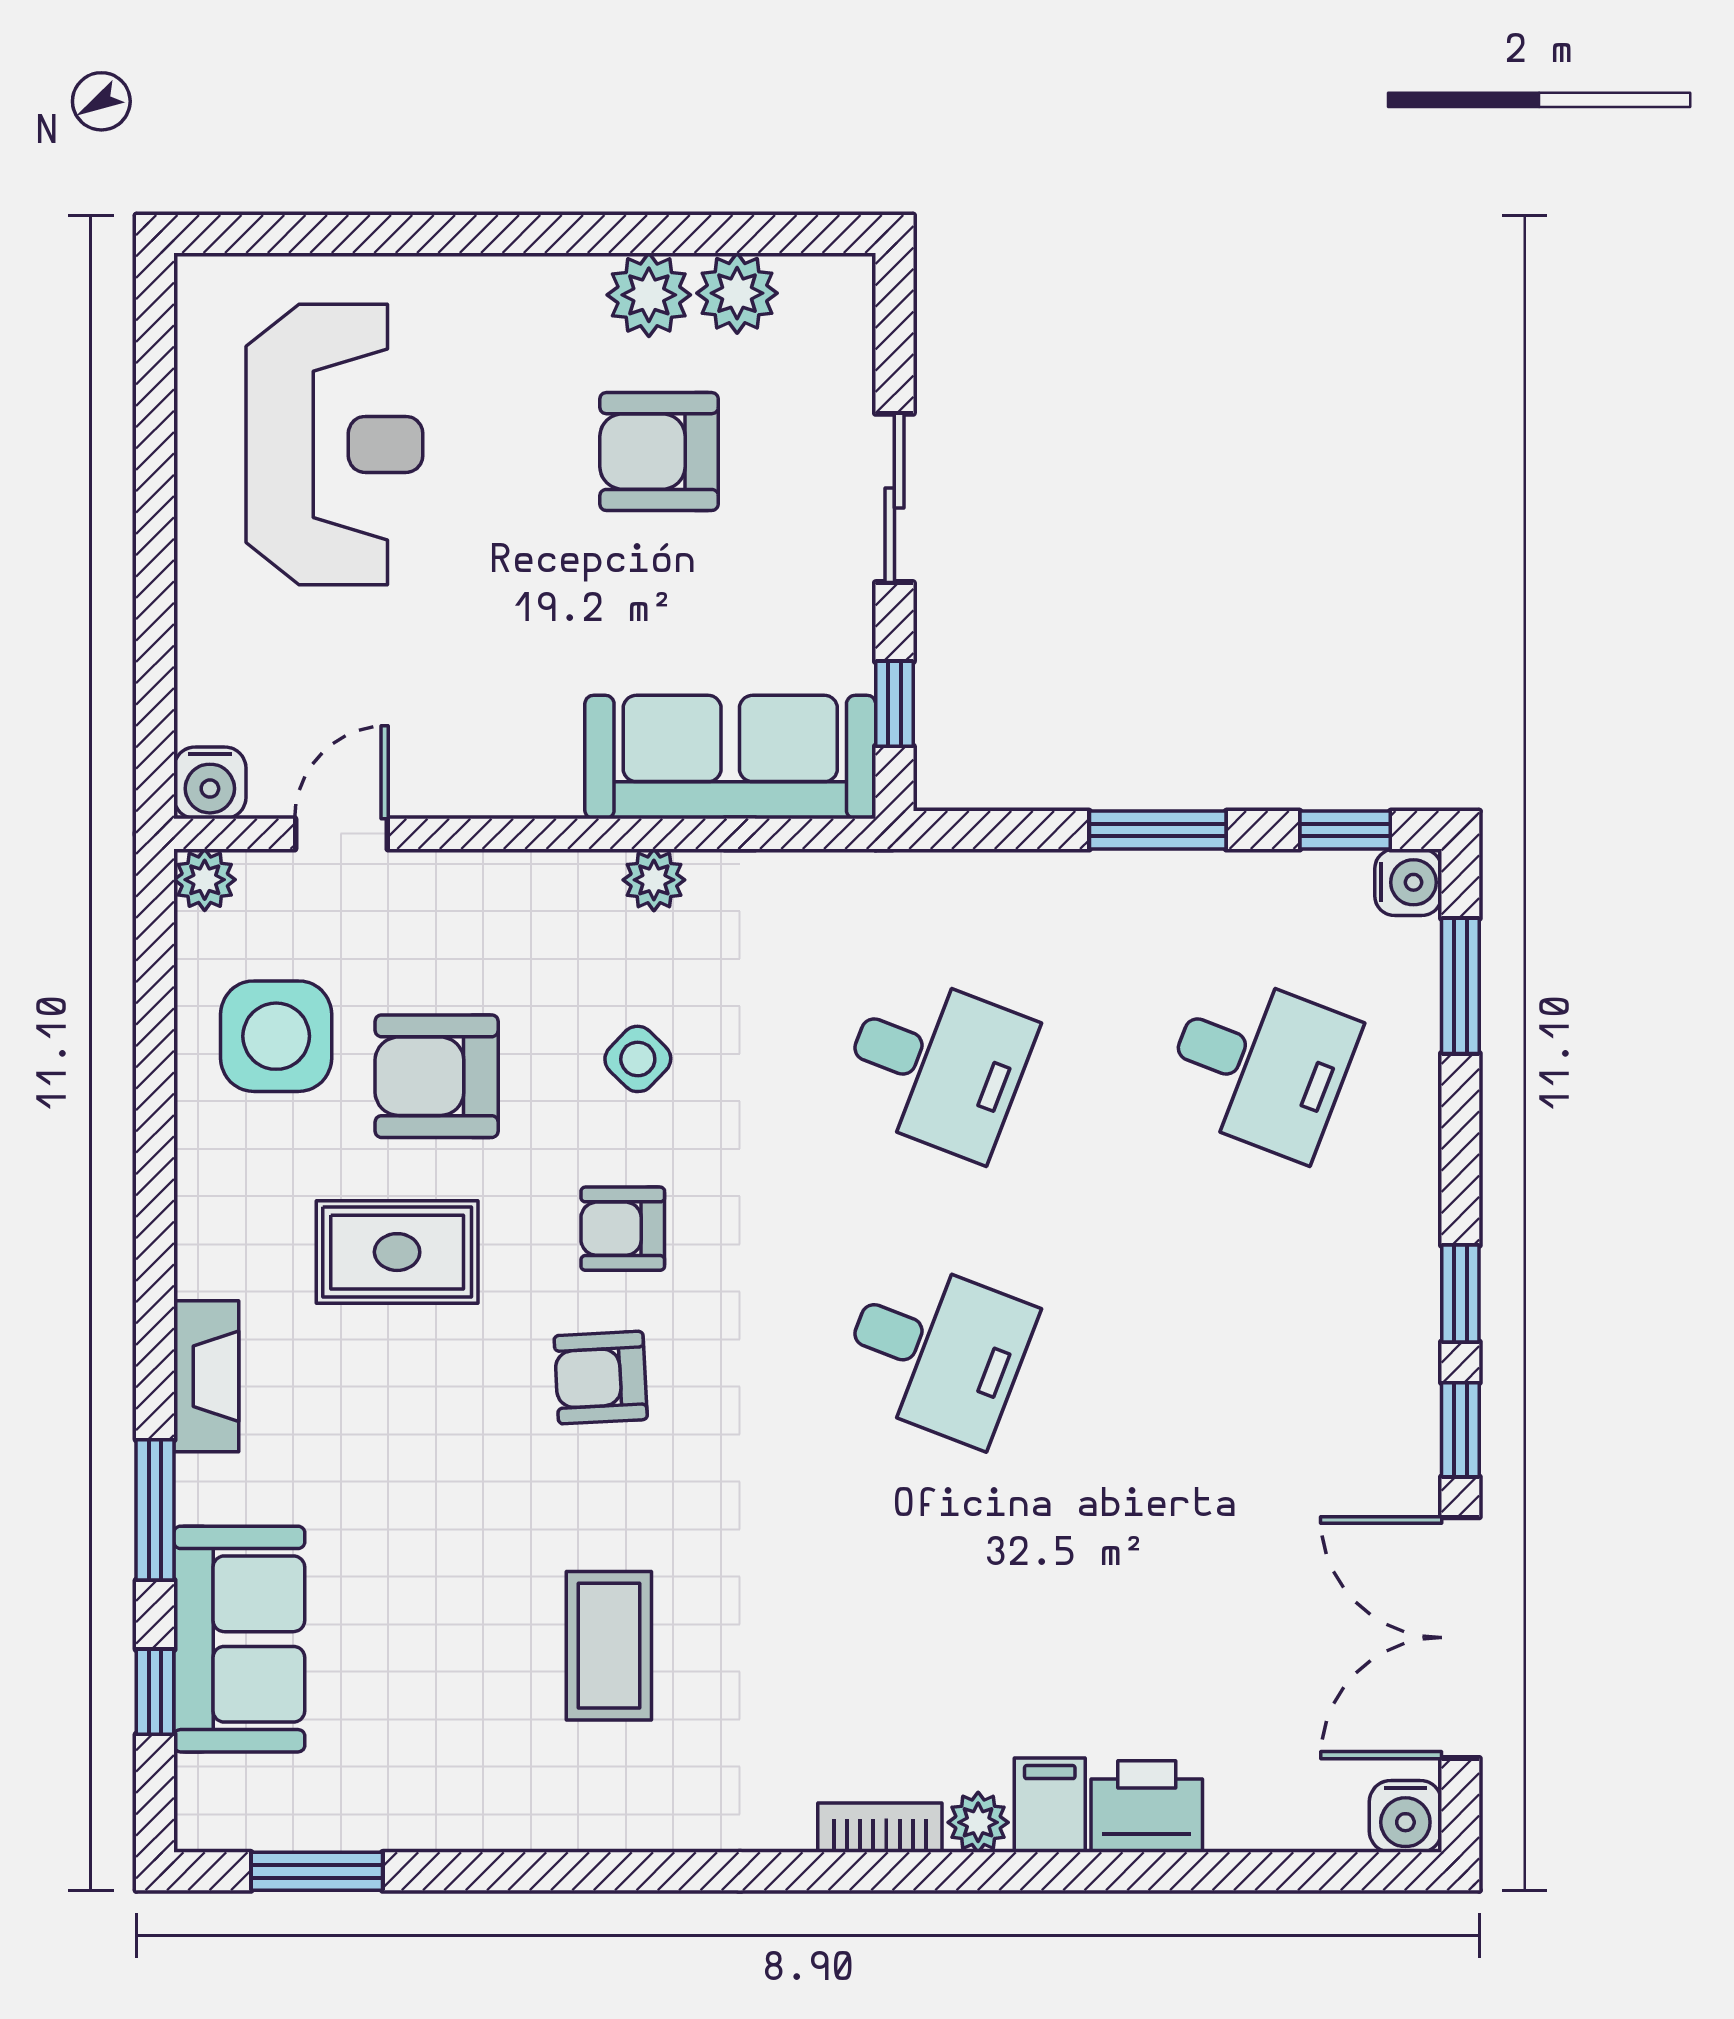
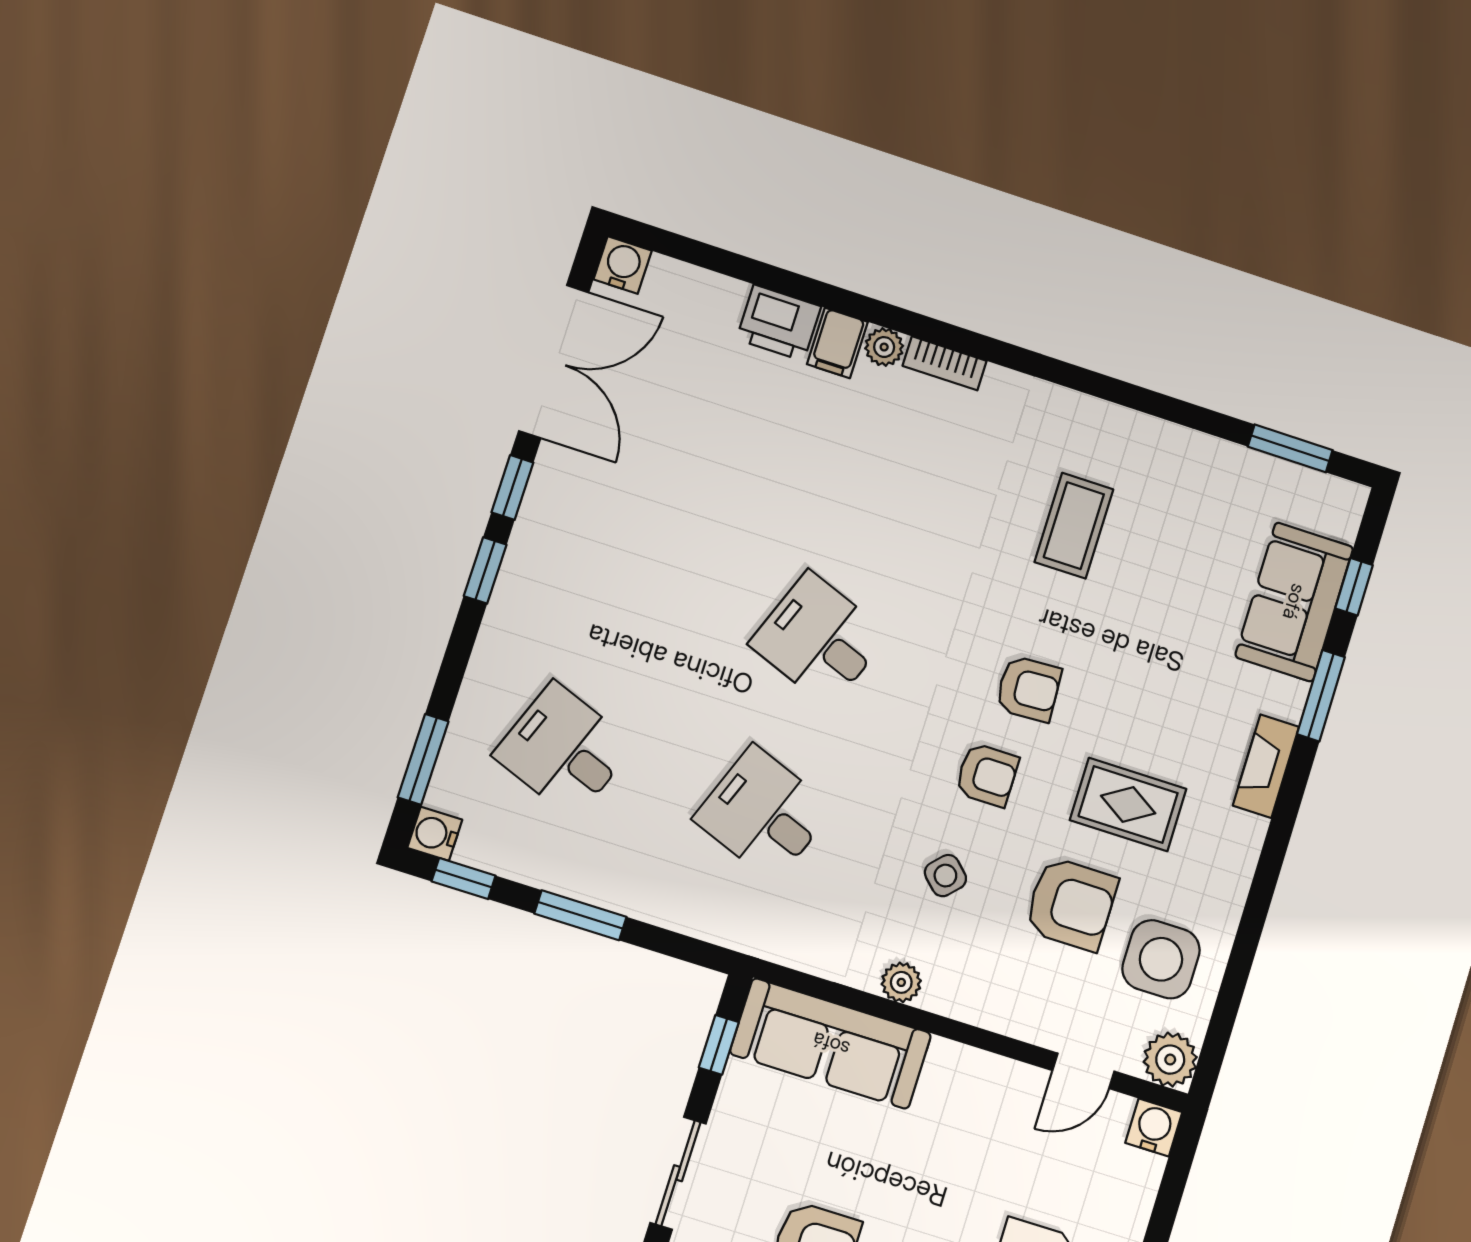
plant: (205, 880) -> (1170, 1060), width x1.38, depth x1.38

